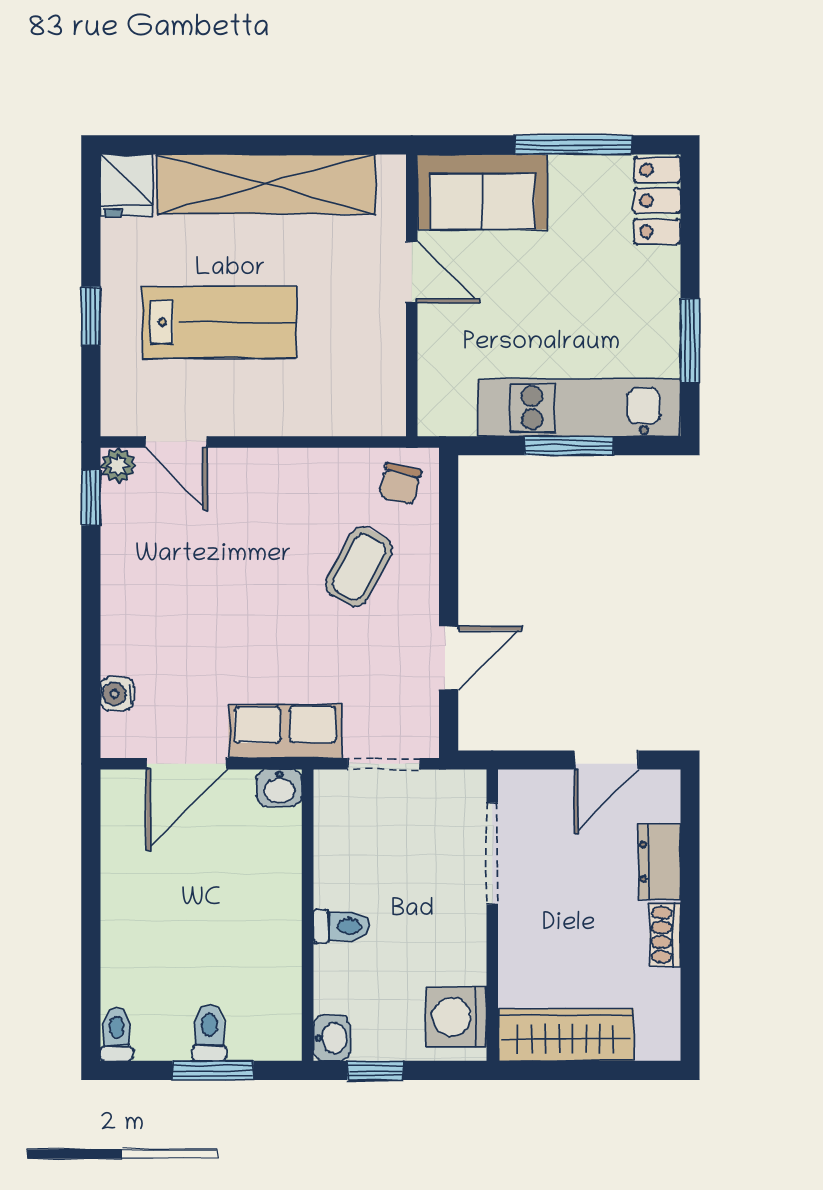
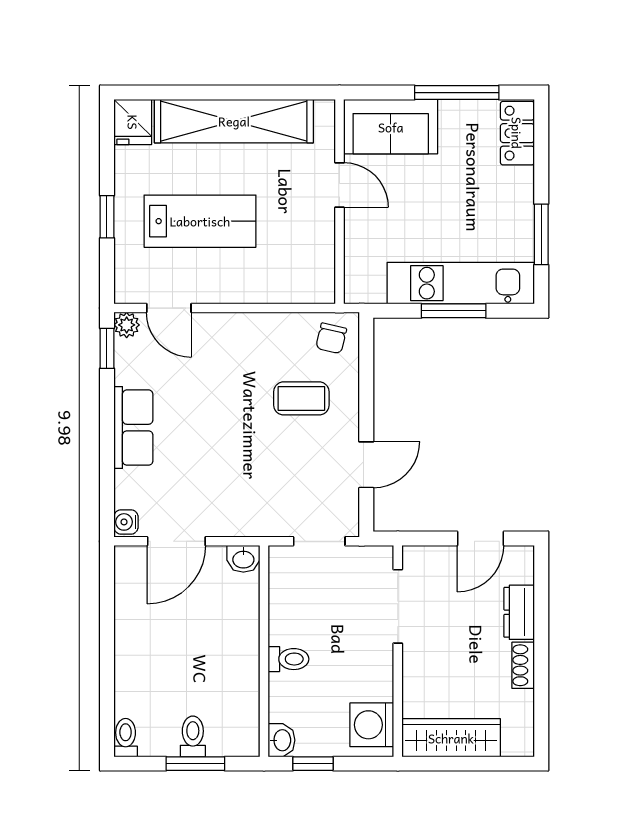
coffee table: (359, 567) -> (301, 398), turned 62
water cooler: (117, 694) -> (126, 522), moved
row of seats: (285, 731) -> (133, 428), moved, turned 90

